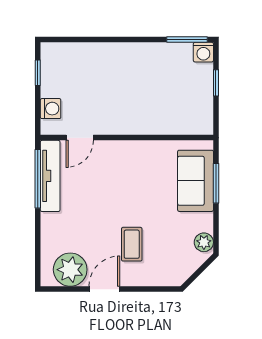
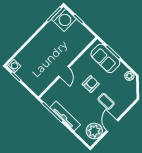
washing machine: (203, 52) -> (64, 19), width x1.89, depth x1.89
washing machine: (51, 109) -> (14, 66), moved
door: (80, 138) -> (64, 72), moved
tv unit: (50, 176) -> (65, 116), moved
armchair: (136, 196) -> (91, 84), added

